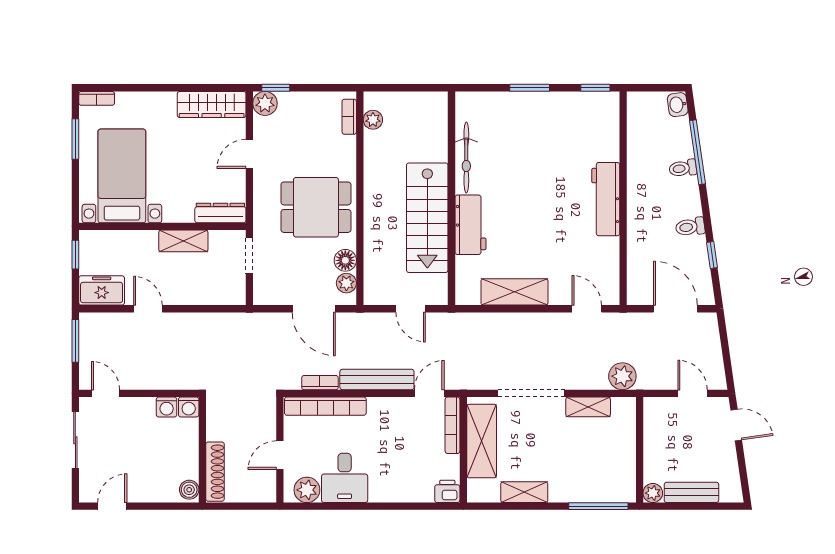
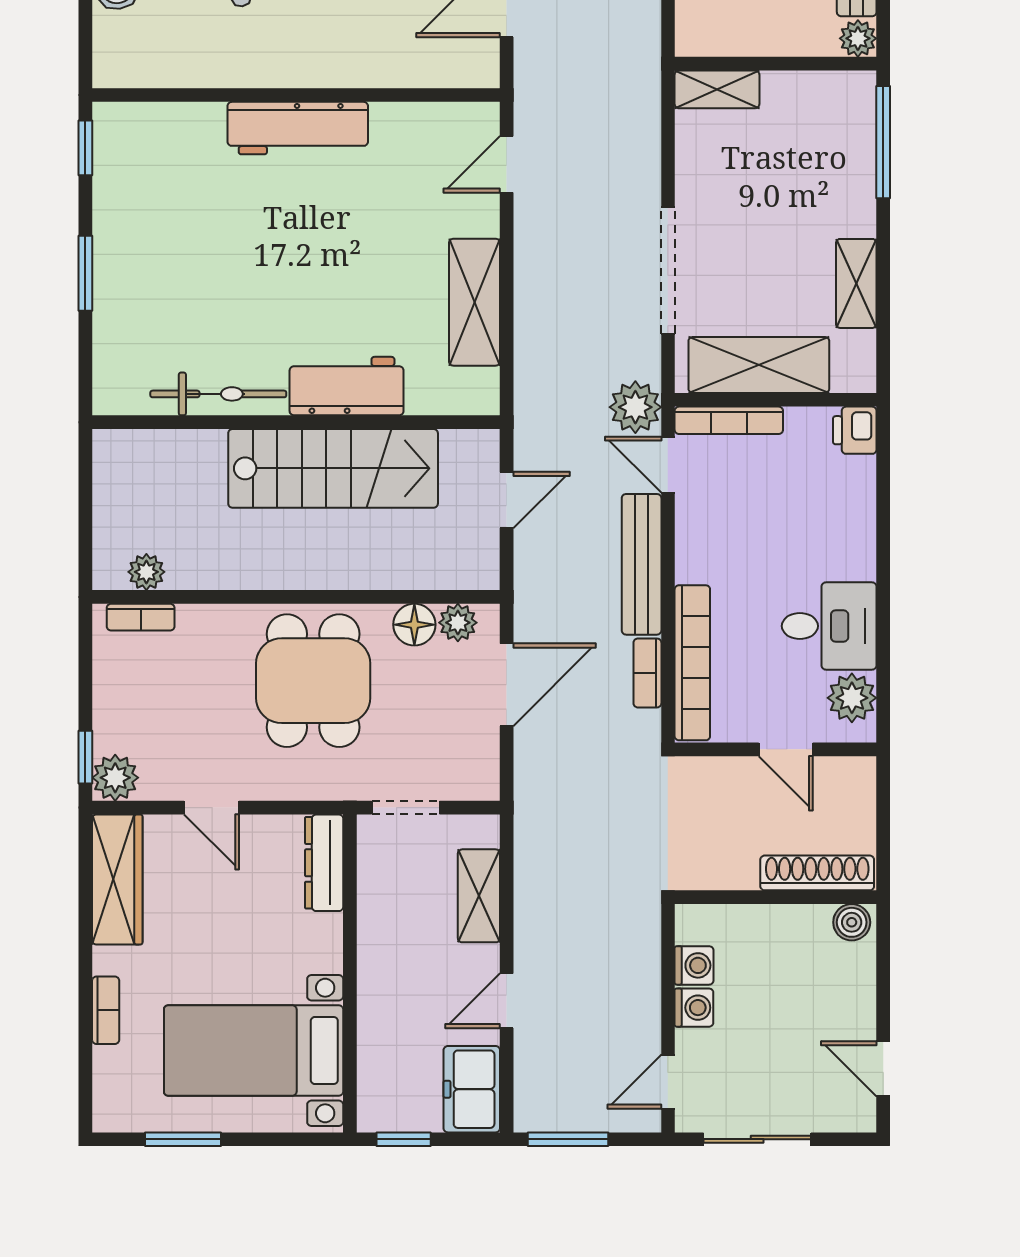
bookcase: (97, 98) -> (106, 1010), moved
shelving: (183, 241) -> (479, 896), moved
plant: (622, 376) -> (635, 407), moved
washing machine: (189, 407) -> (694, 1008), moved
shelving: (588, 407) -> (717, 89), moved, turned 90

